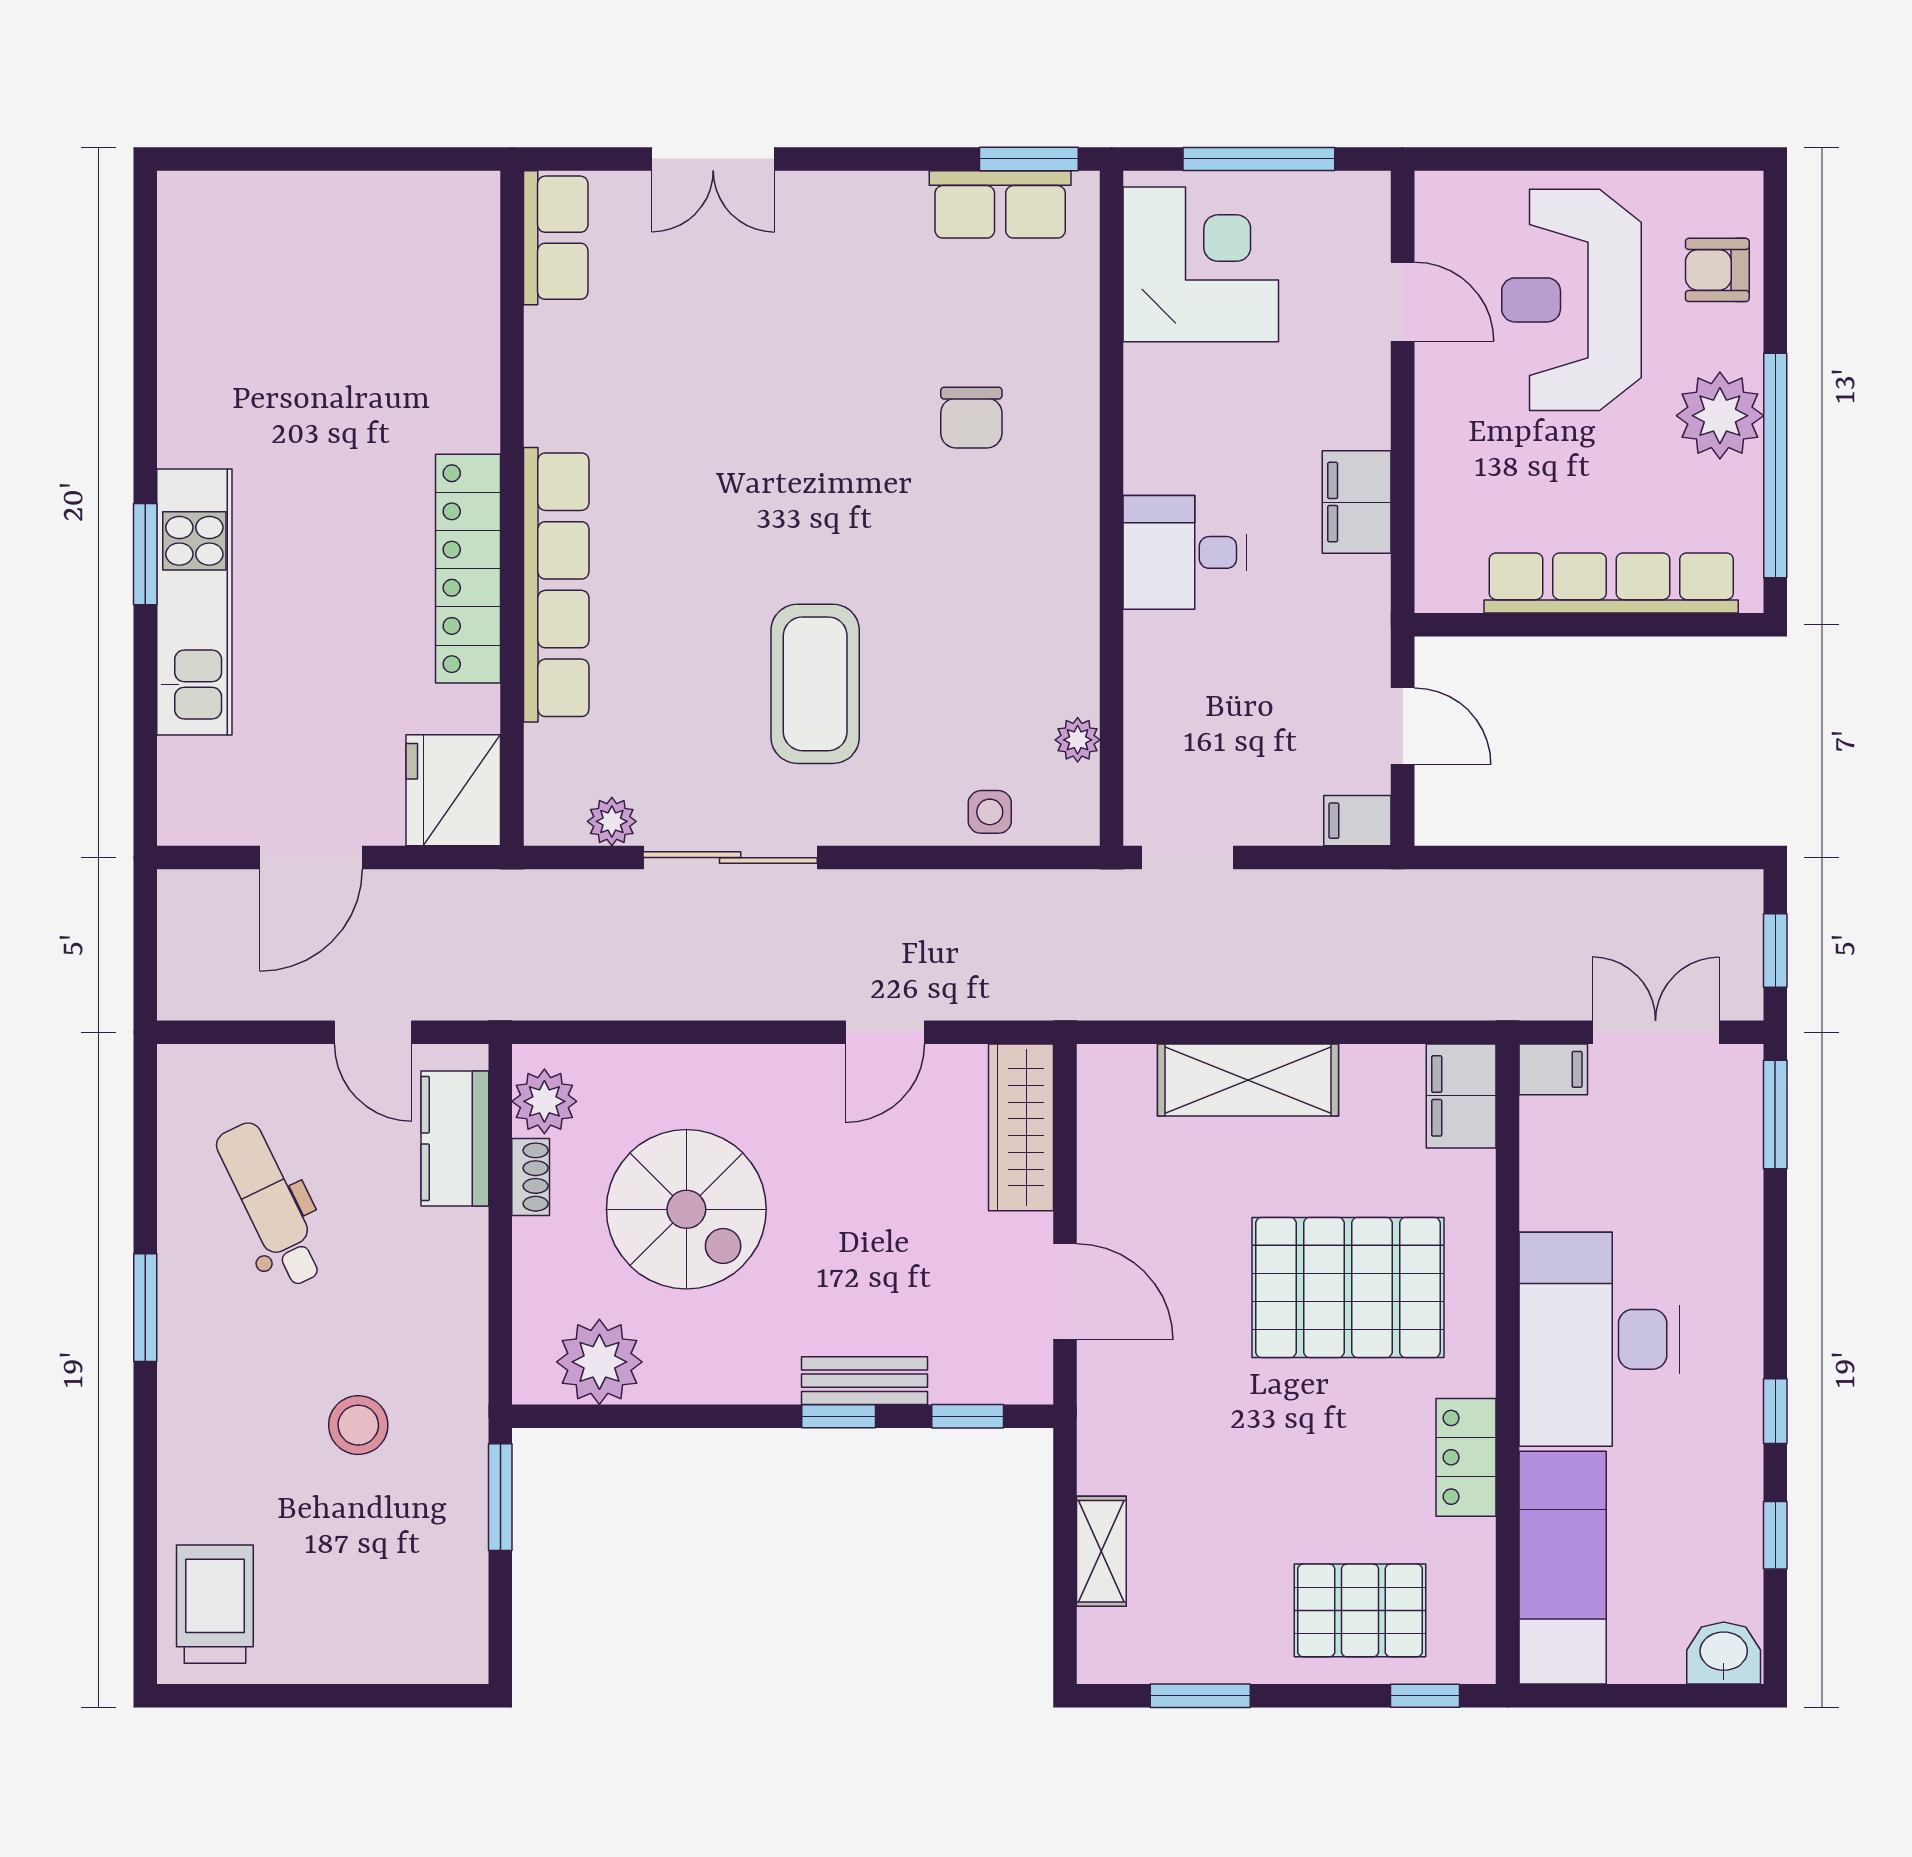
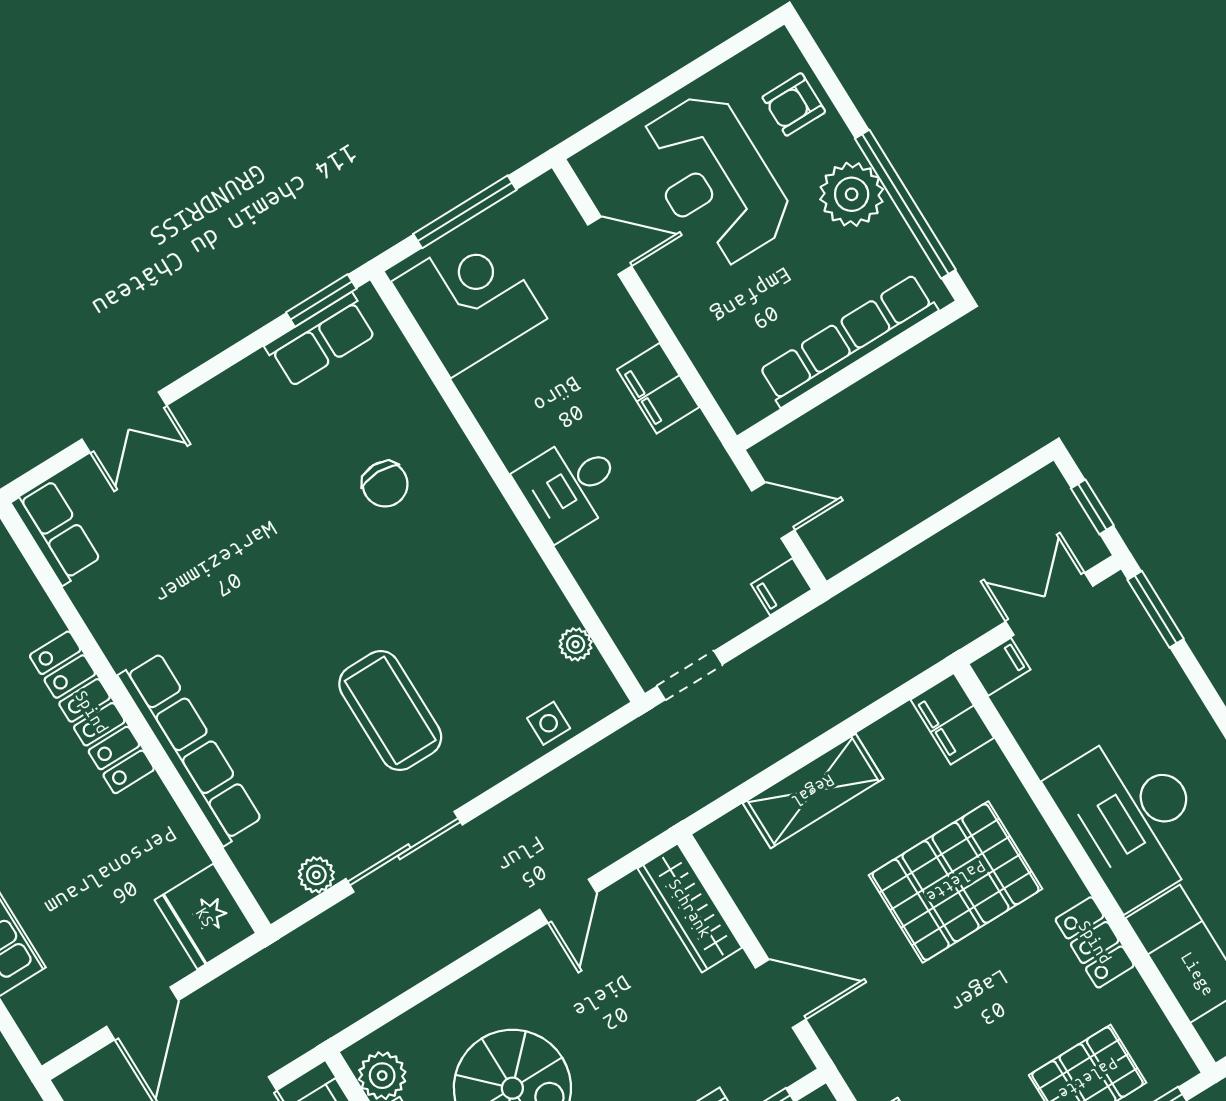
locker: (468, 569) -> (92, 712), moved

